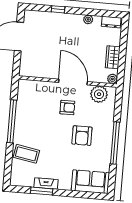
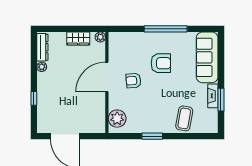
dresser: (111, 22) -> (42, 47), width x1.44
plant: (99, 94) -> (117, 119), moved
armchair: (67, 107) -> (133, 81), turned -95
window: (12, 121) -> (152, 136), width x0.47
sofa: (90, 182) -> (207, 57), width x1.36

